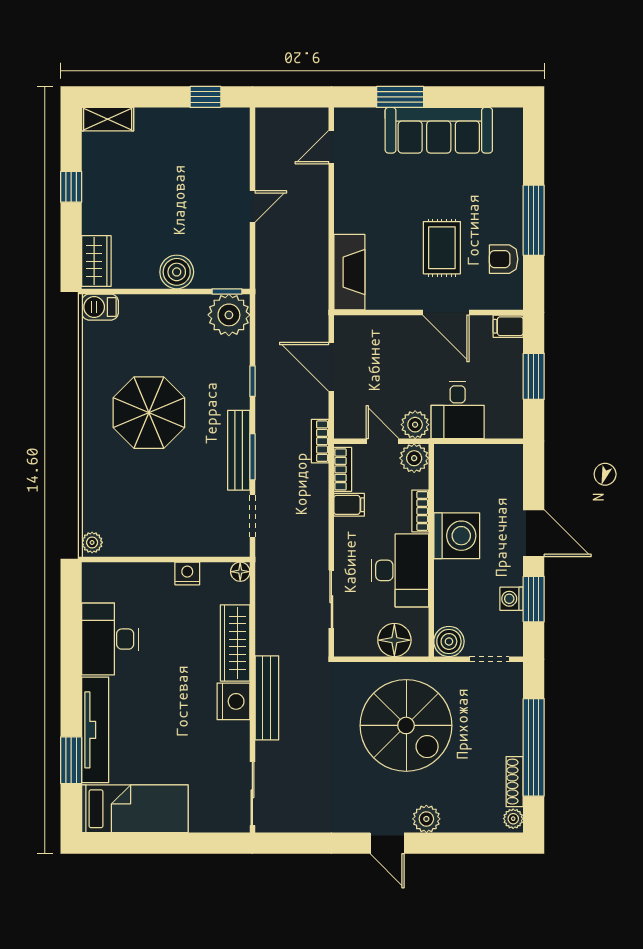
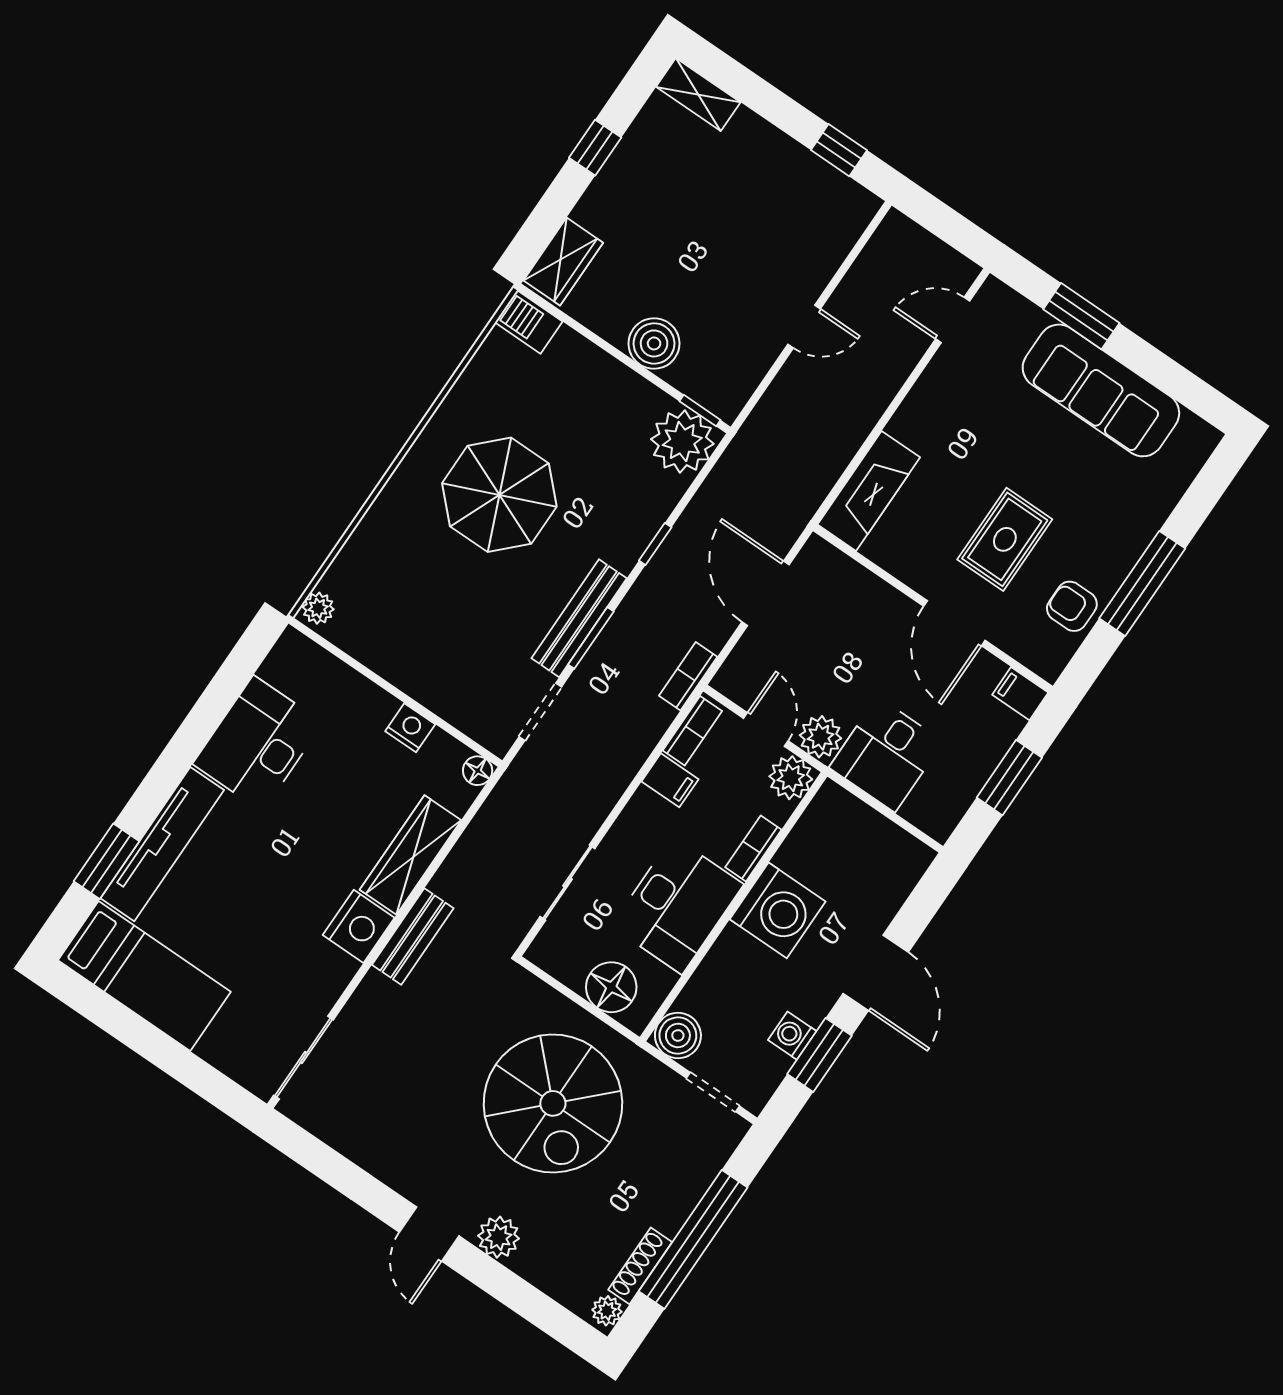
bench: (267, 698) -> (413, 937), width x0.73

